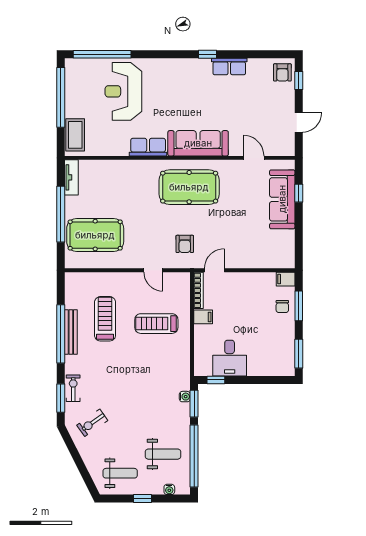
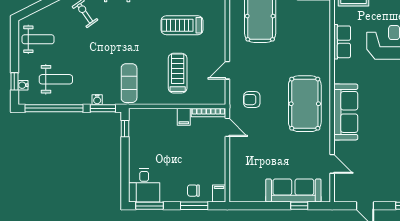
row of seats: (148, 147) -> (342, 42), moved
door: (254, 158) -> (332, 164), hinge flipped
treadmill: (105, 319) -> (182, 25), turned 180
desk: (230, 358) -> (144, 185), moved, turned -90
exercise mat: (167, 376) -> (129, 83), added
water cooler: (185, 397) -> (97, 100), moved
weight bench: (163, 454) -> (56, 79), turned -90
weight bench: (120, 473) -> (38, 39), turned -90
window: (142, 499) -> (14, 81), moved

